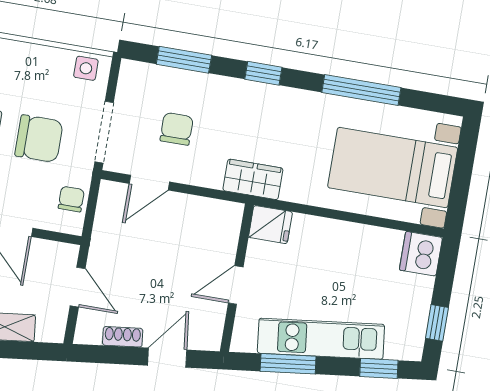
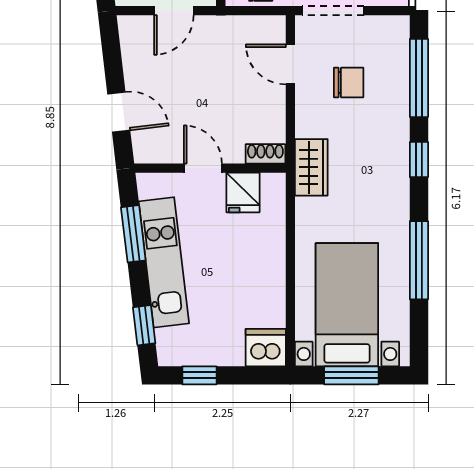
window: (184, 60) -> (419, 78), width x1.44
window: (462, 175) -> (351, 375), added
fridge: (270, 225) -> (243, 192), moved
shoe rack: (123, 337) -> (265, 154), moved, turned -83

